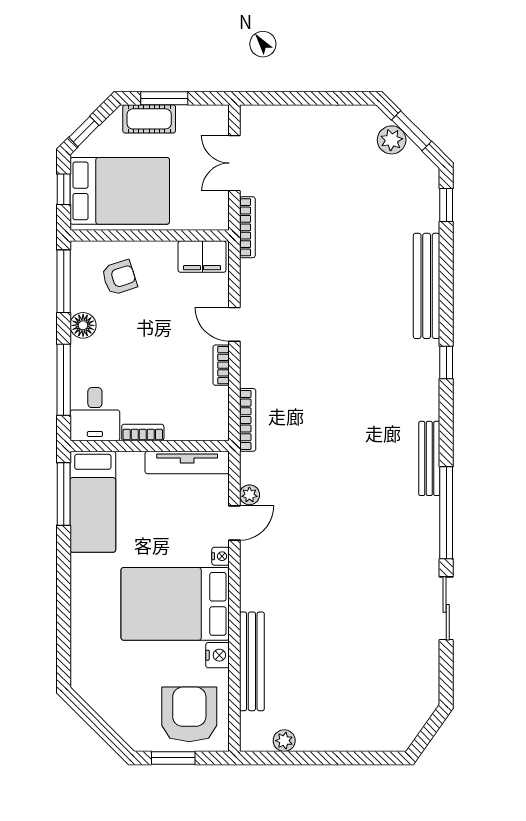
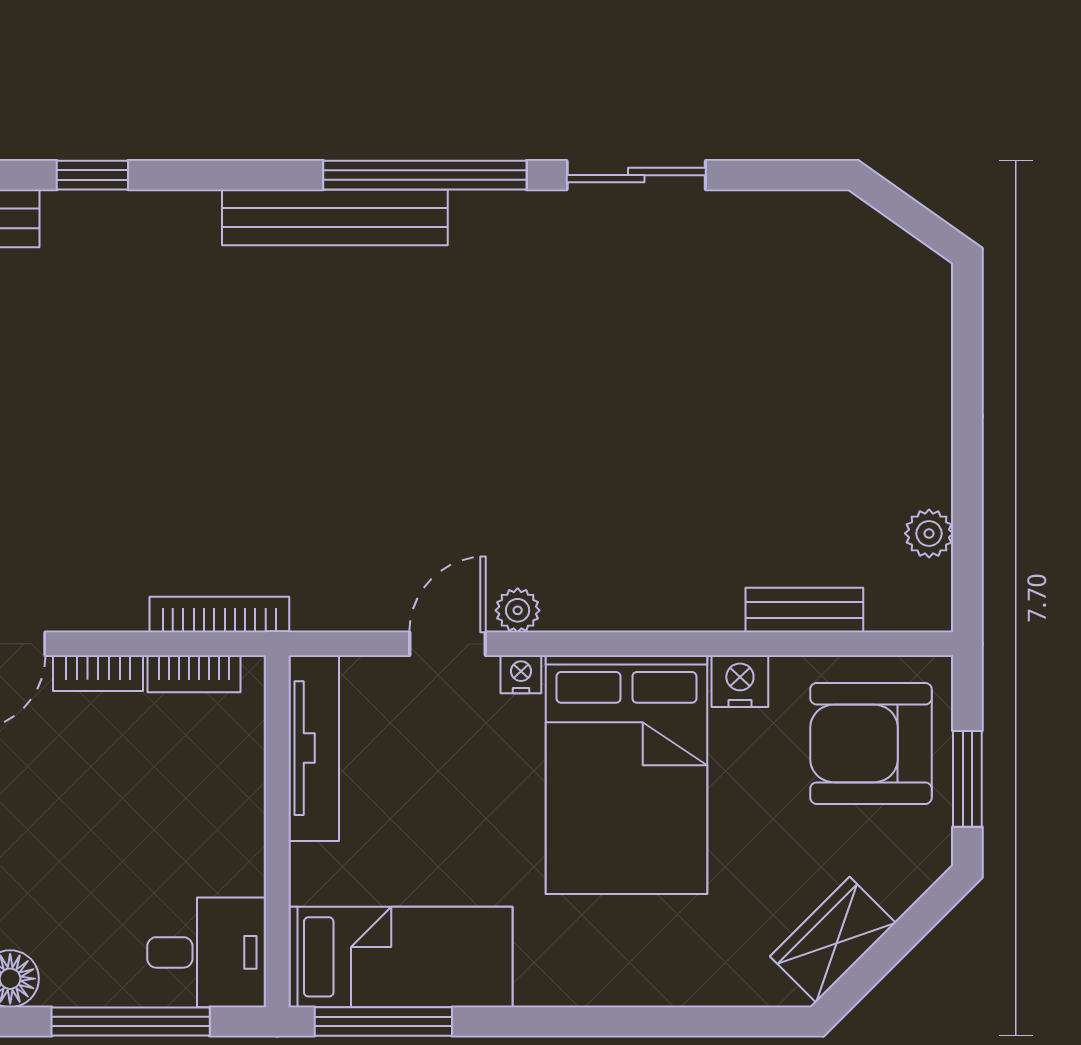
bookcase: (143, 433) -> (194, 674), moved, turned -90
bench: (429, 458) -> (335, 217), width x1.37, depth x1.21
plant: (249, 495) -> (518, 610), moved
door: (234, 523) -> (447, 644), hinge flipped
bench: (252, 661) -> (804, 610), width x0.54, depth x0.82
wardrobe: (101, 697) -> (833, 940), added

